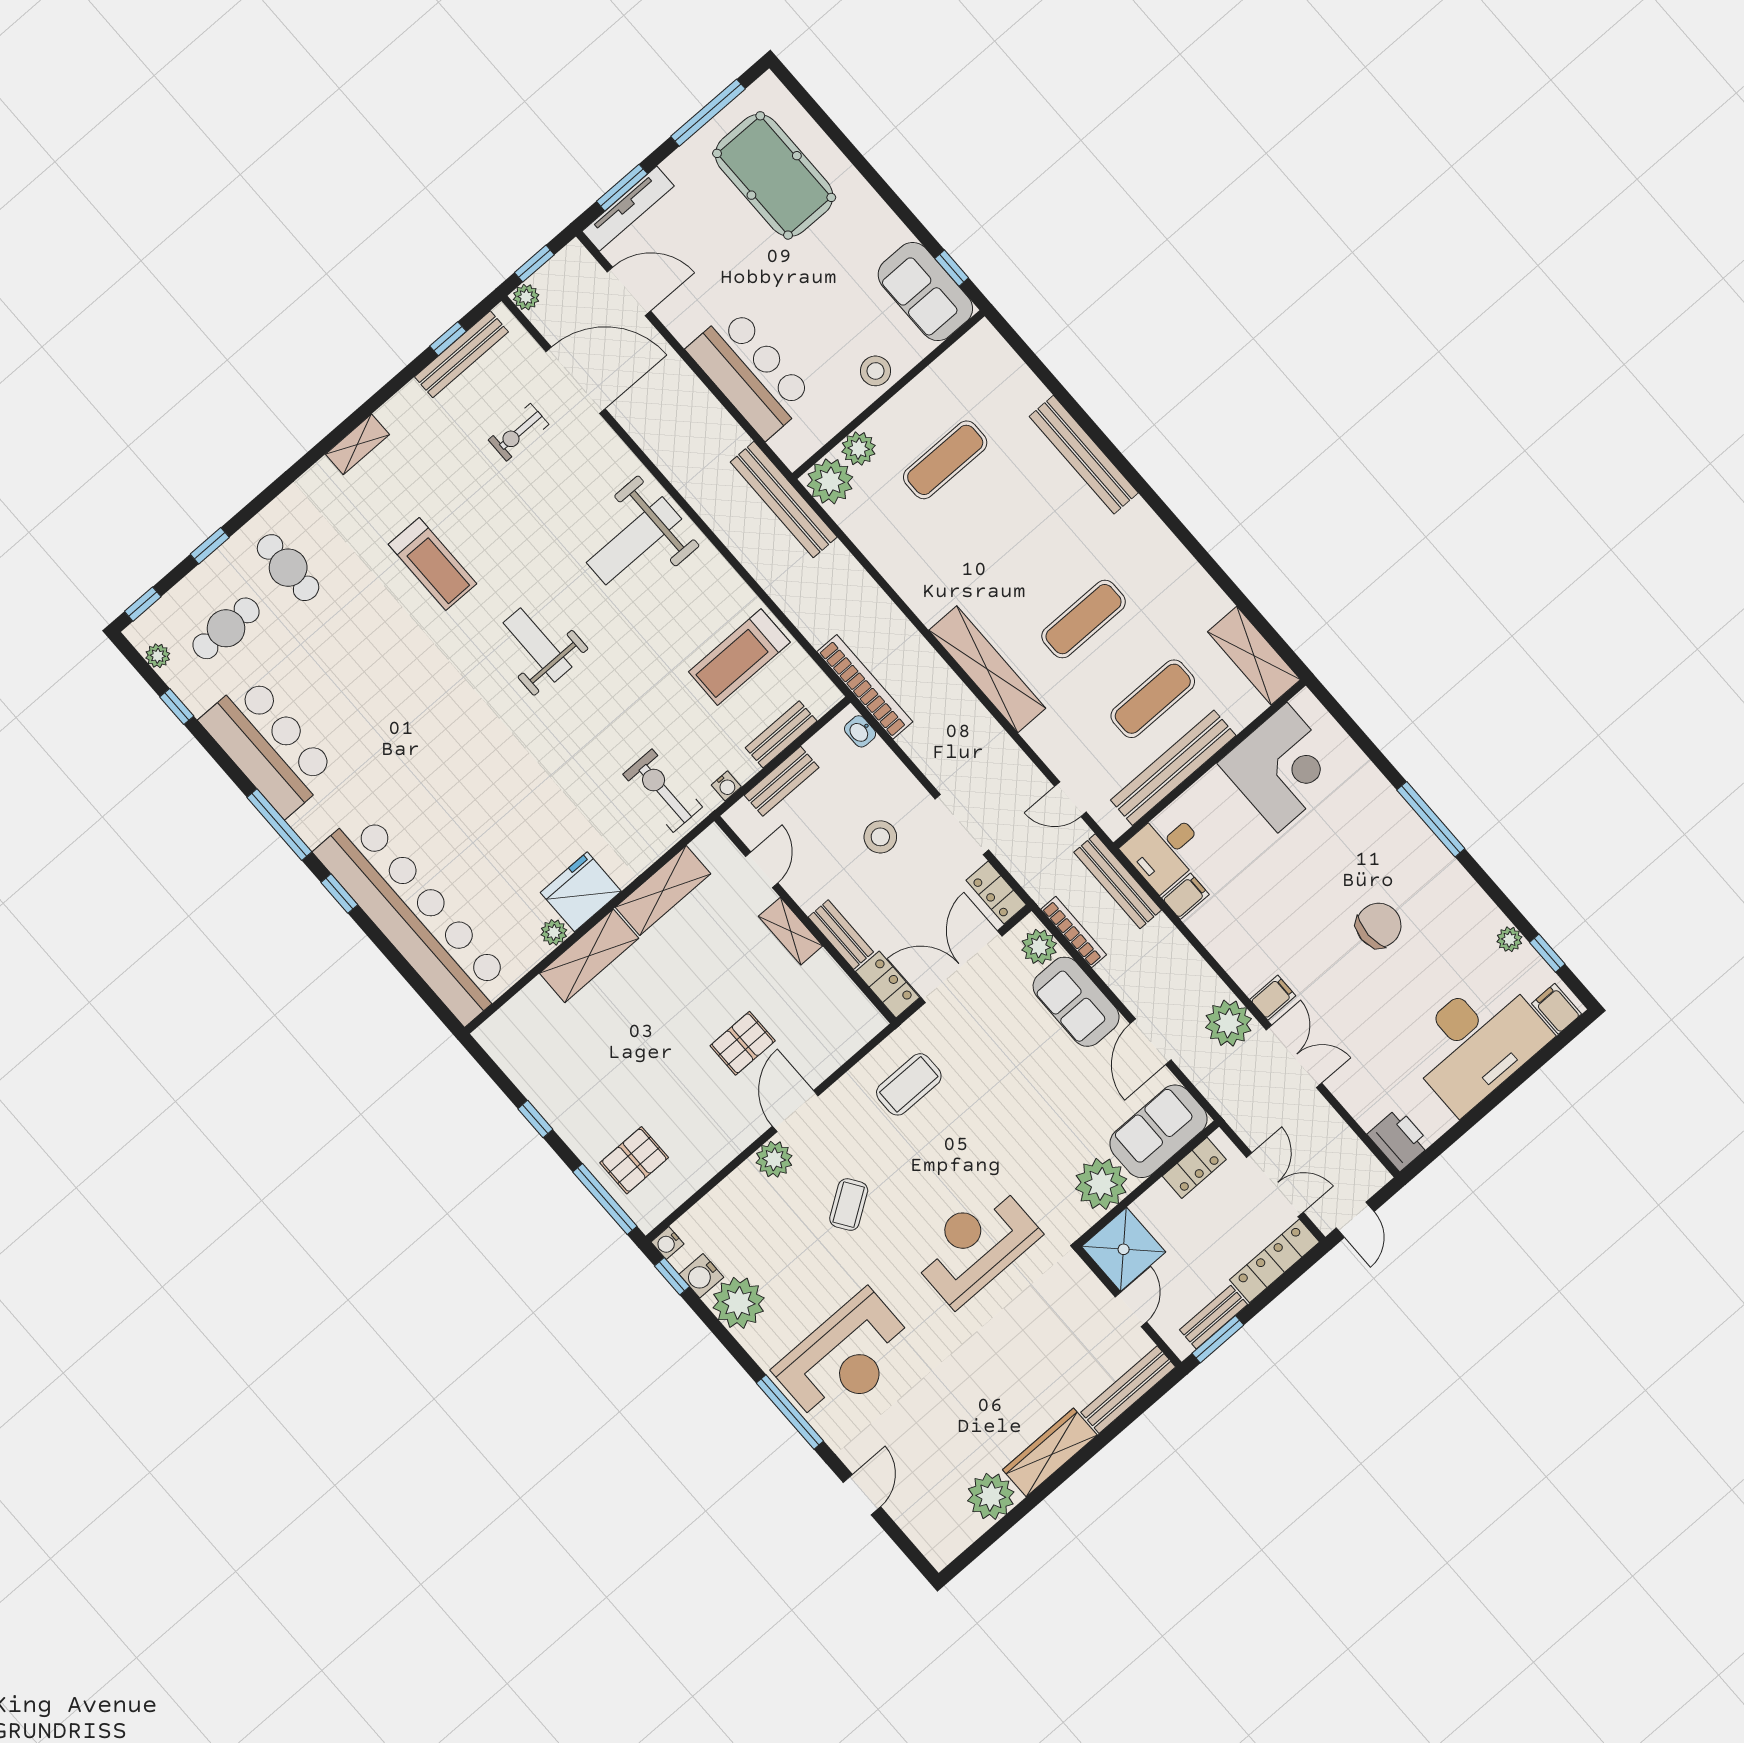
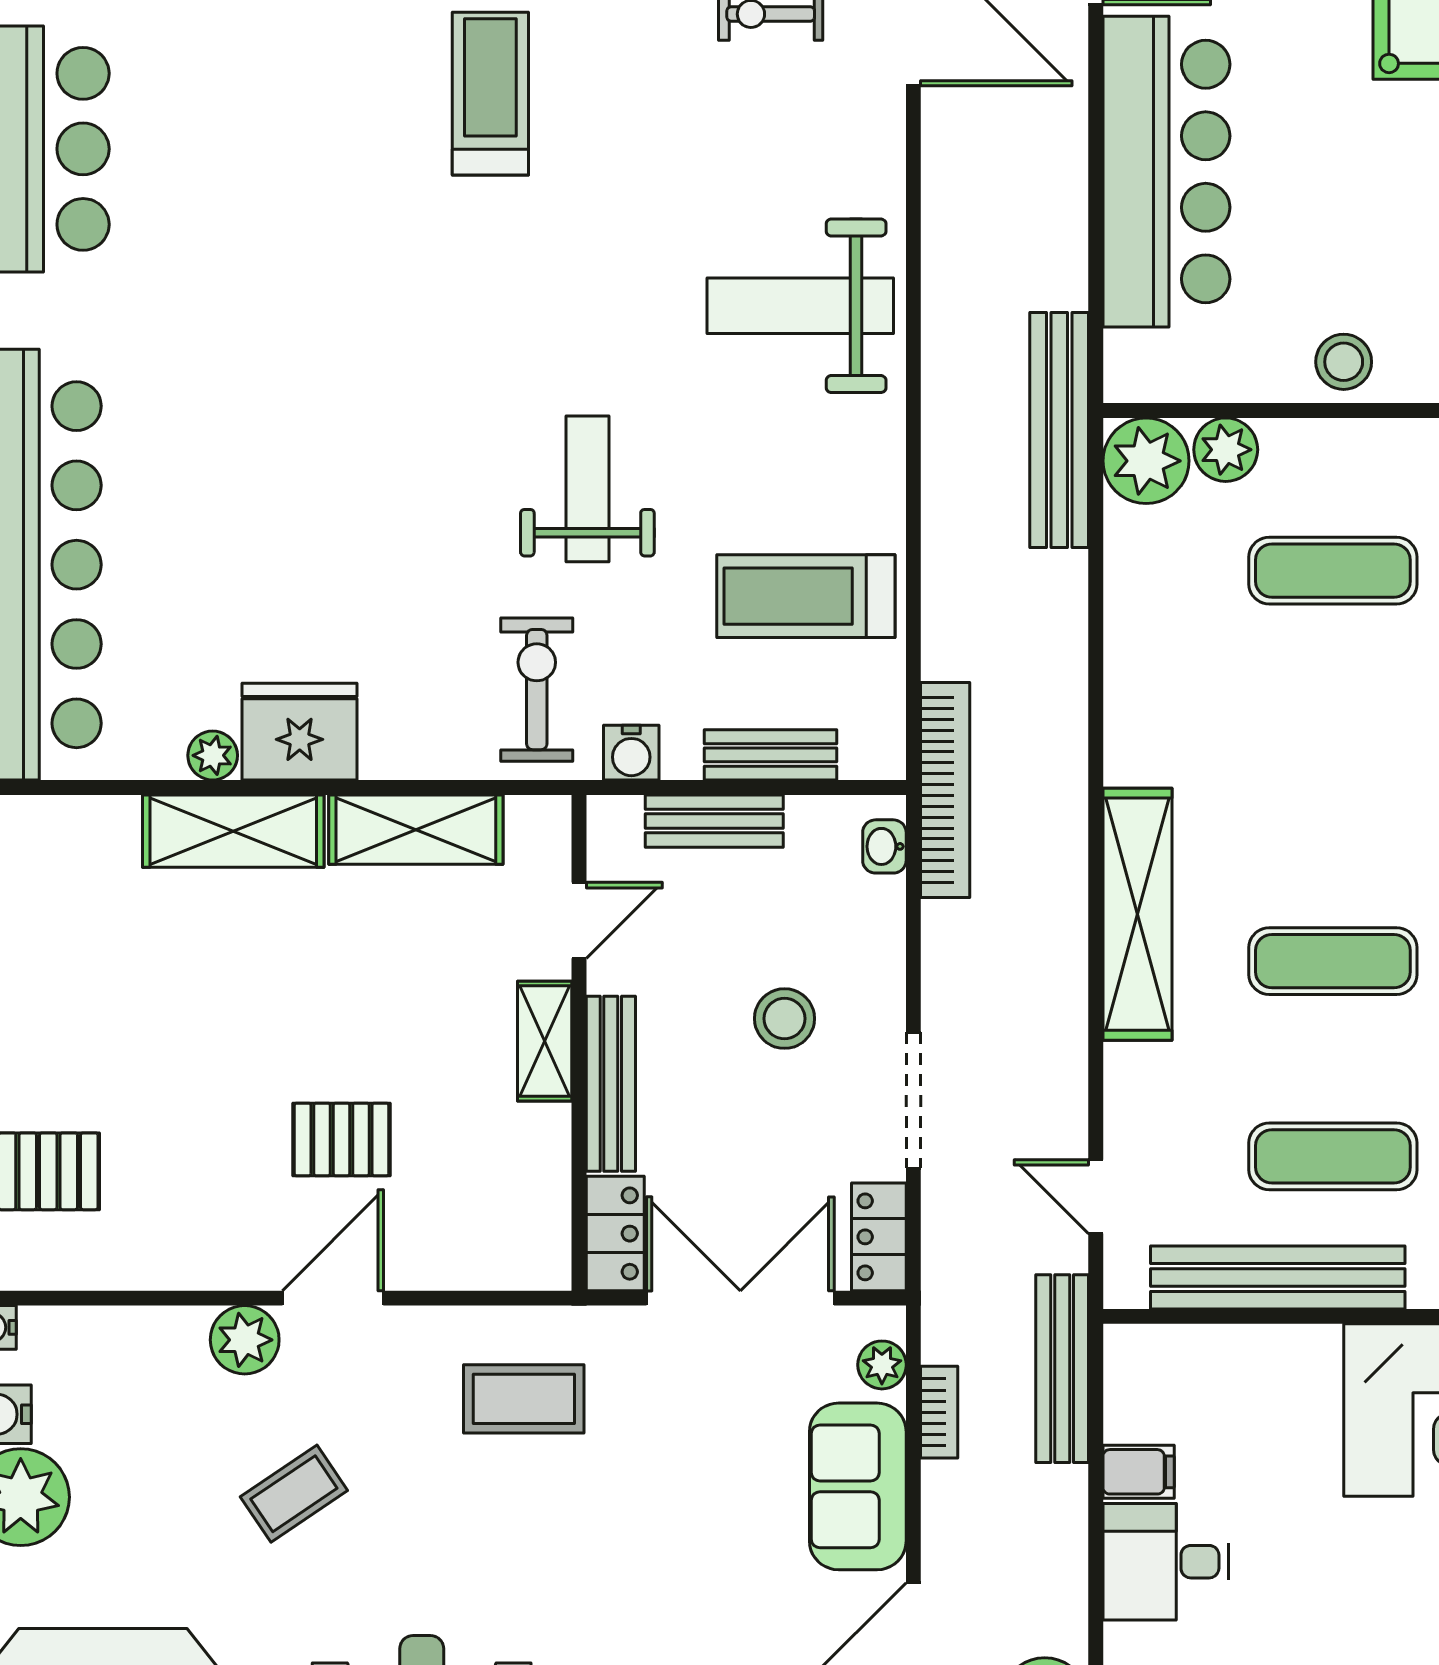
bar counter: (751, 373) -> (1166, 172), width x1.36
treadmill: (433, 564) -> (490, 94), turned 180
weight bench: (537, 645) -> (587, 489), moved
water cooler: (726, 786) -> (631, 753), width x1.38, depth x1.38
desk: (1165, 850) -> (1166, 1562), moved
bookcase: (1074, 932) -> (939, 1412), width x0.64
bench: (841, 935) -> (611, 1084), width x1.36
plant: (1039, 947) -> (882, 1365), width x0.73, depth x0.73

